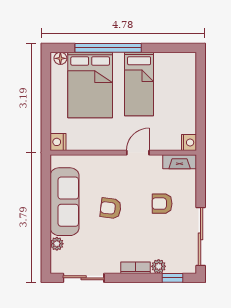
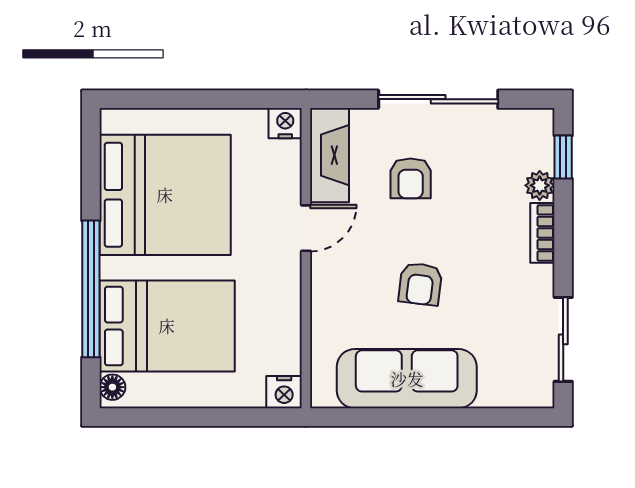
bed: (139, 84) -> (165, 195), width x2.04
door: (138, 153) -> (306, 228), swing flipped
fireplace: (180, 162) -> (330, 155), width x1.37, depth x1.32
sliding door: (201, 236) -> (438, 99), moved
plant: (57, 244) -> (493, 395), removed

